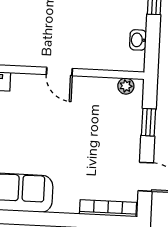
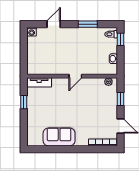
door: (59, 72) -> (75, 76), hinge flipped

